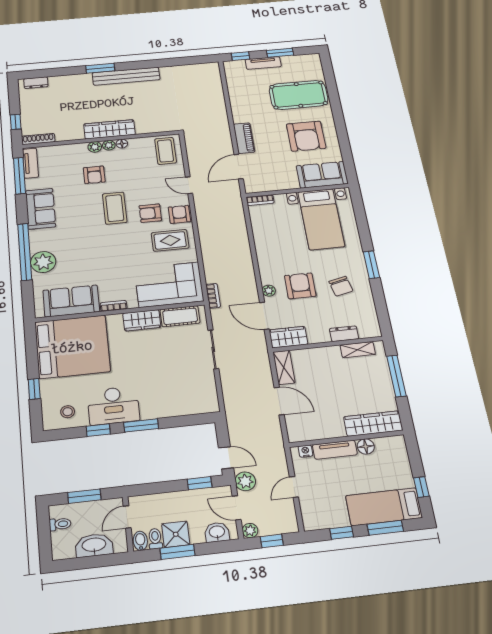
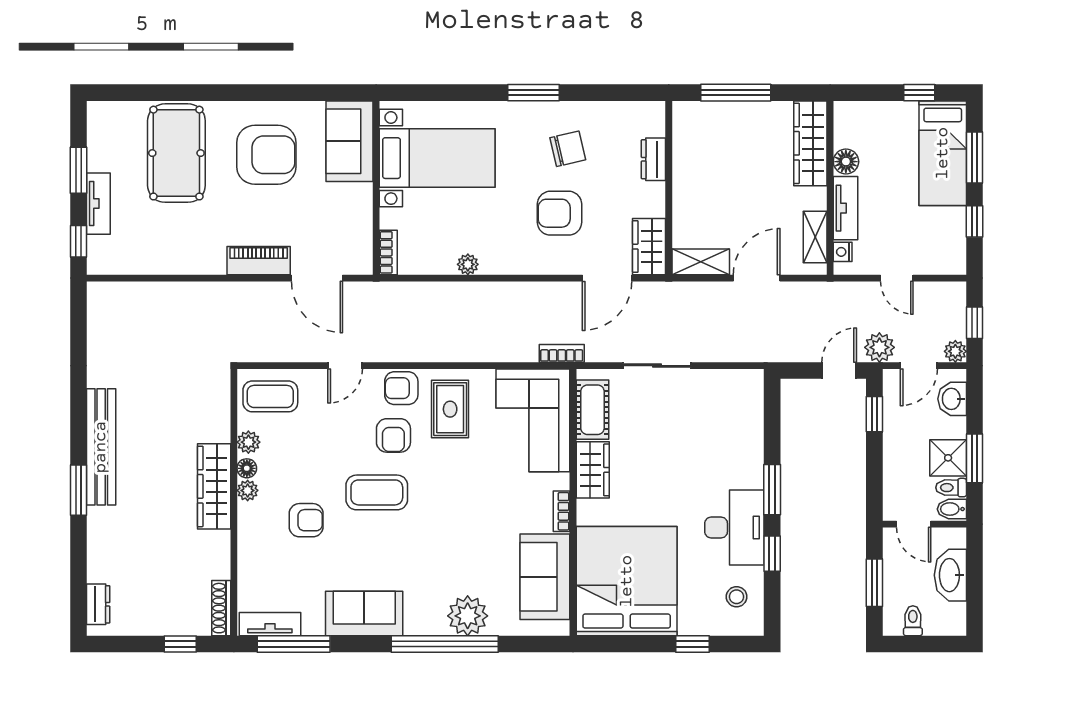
plant: (95, 147) -> (248, 442), moved
plant: (269, 291) -> (468, 264), moved
shelving: (358, 350) -> (815, 237), moved

